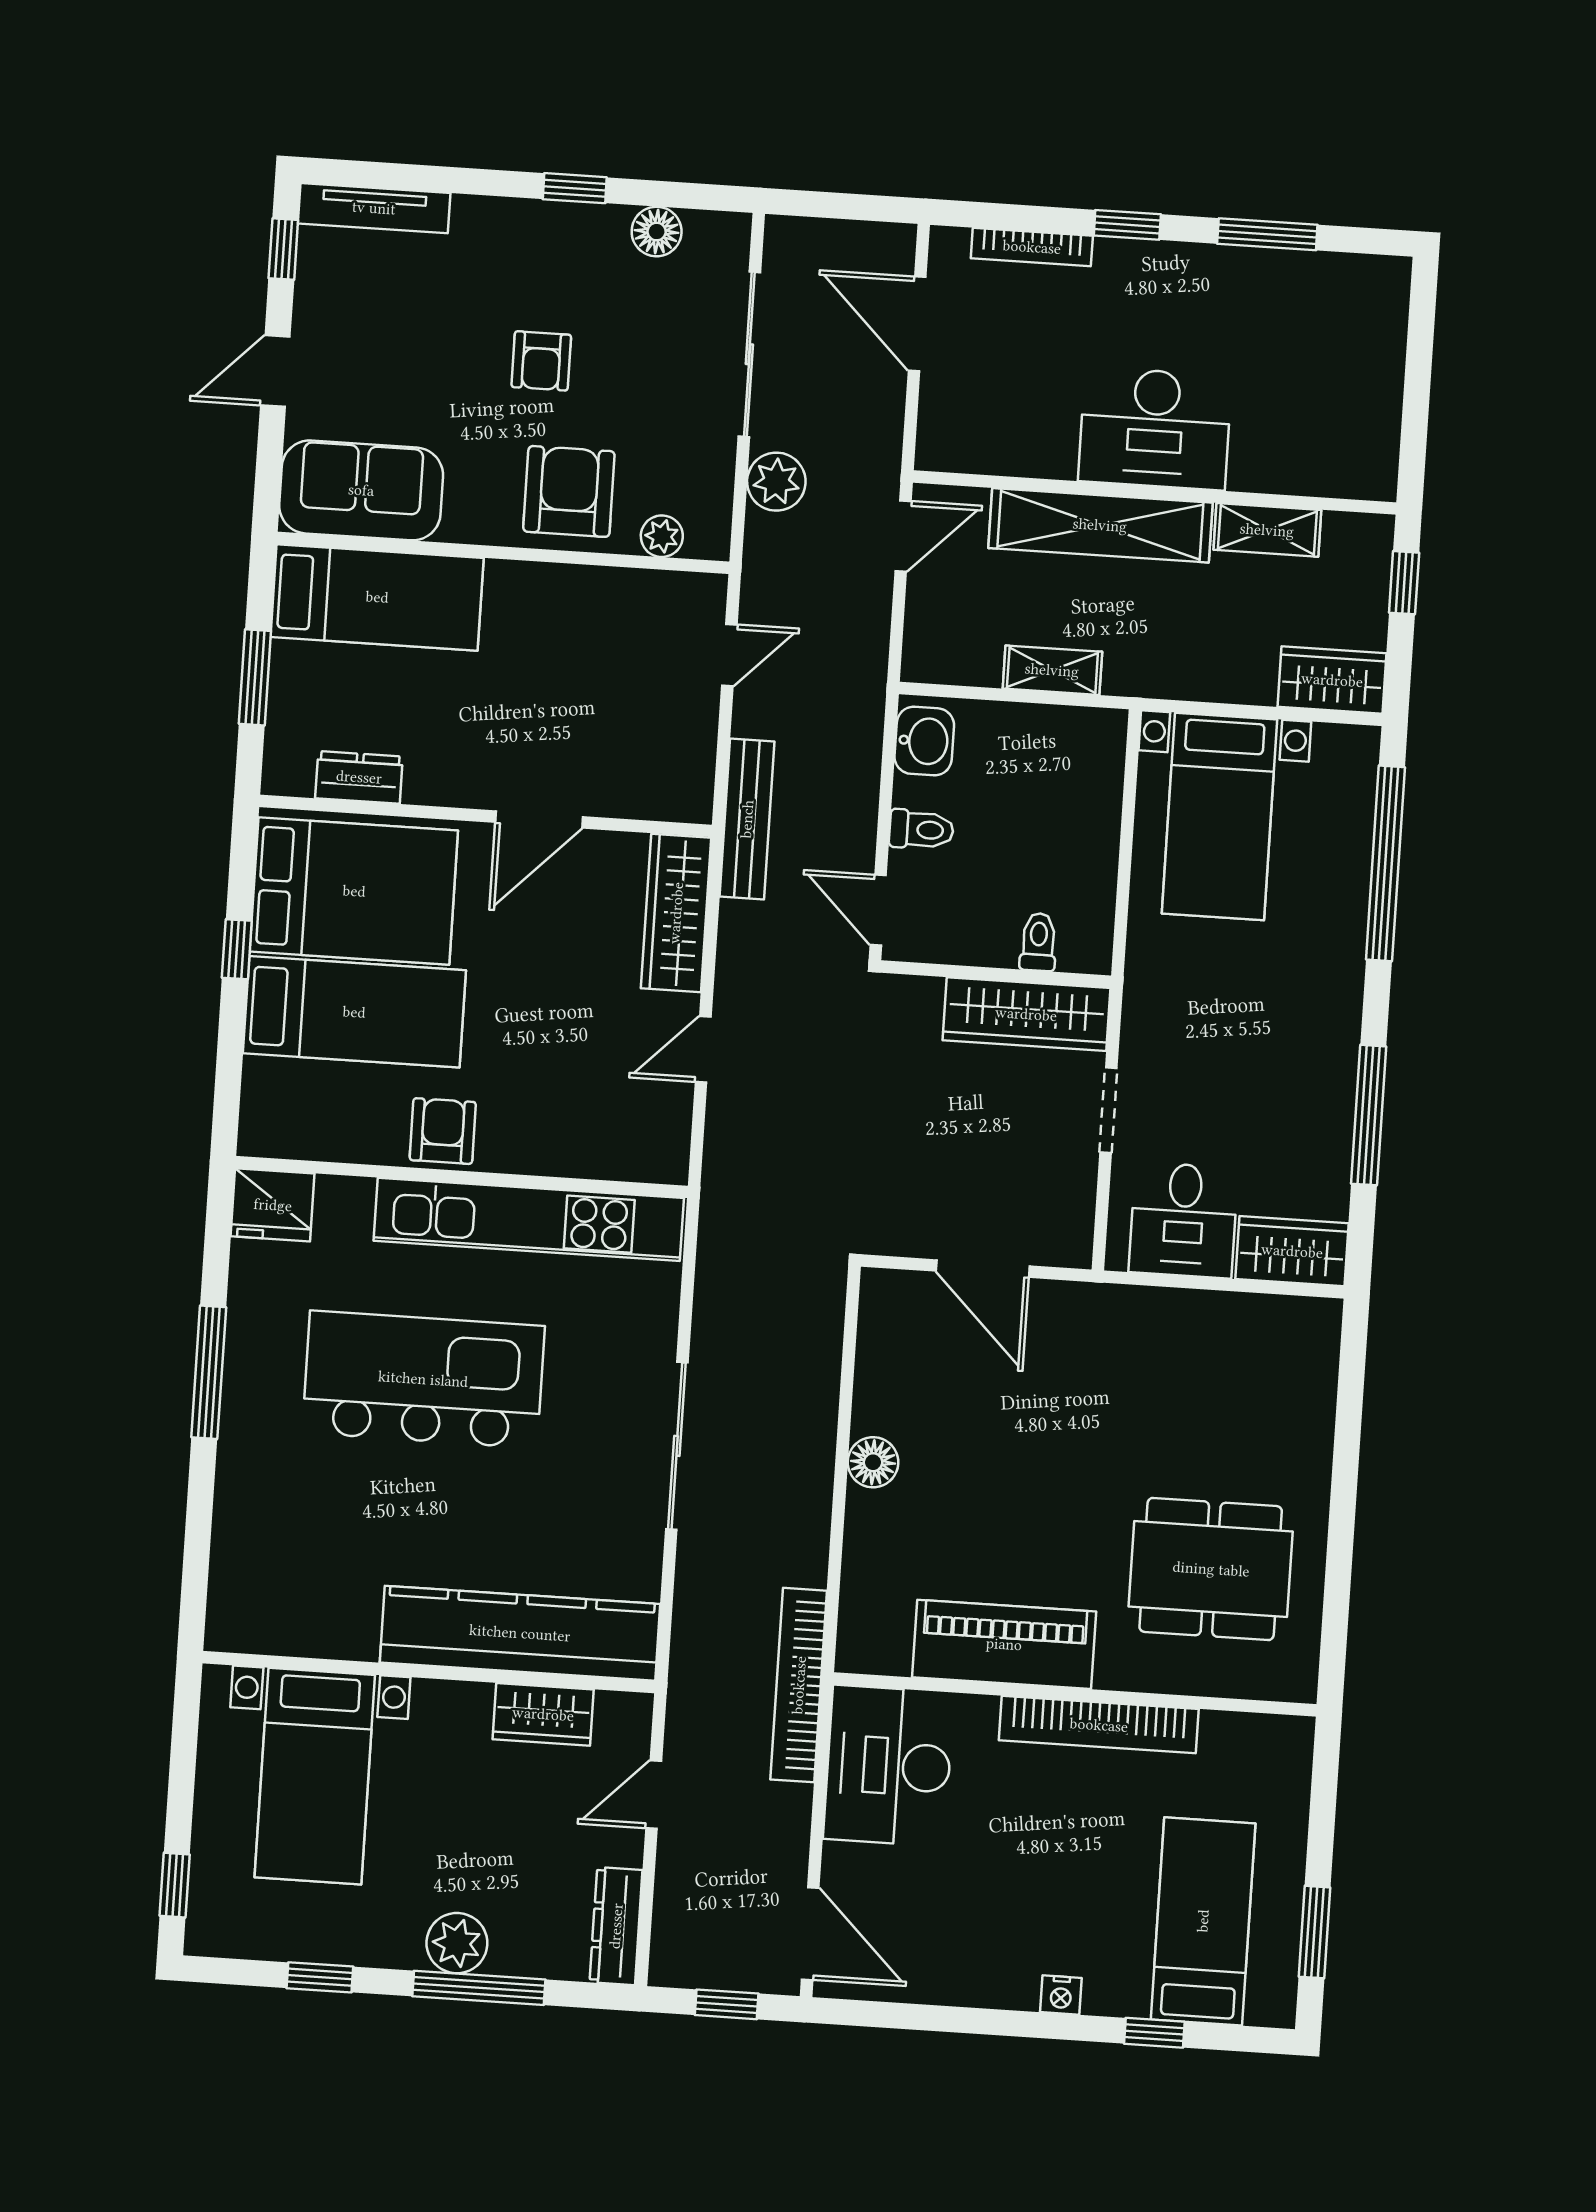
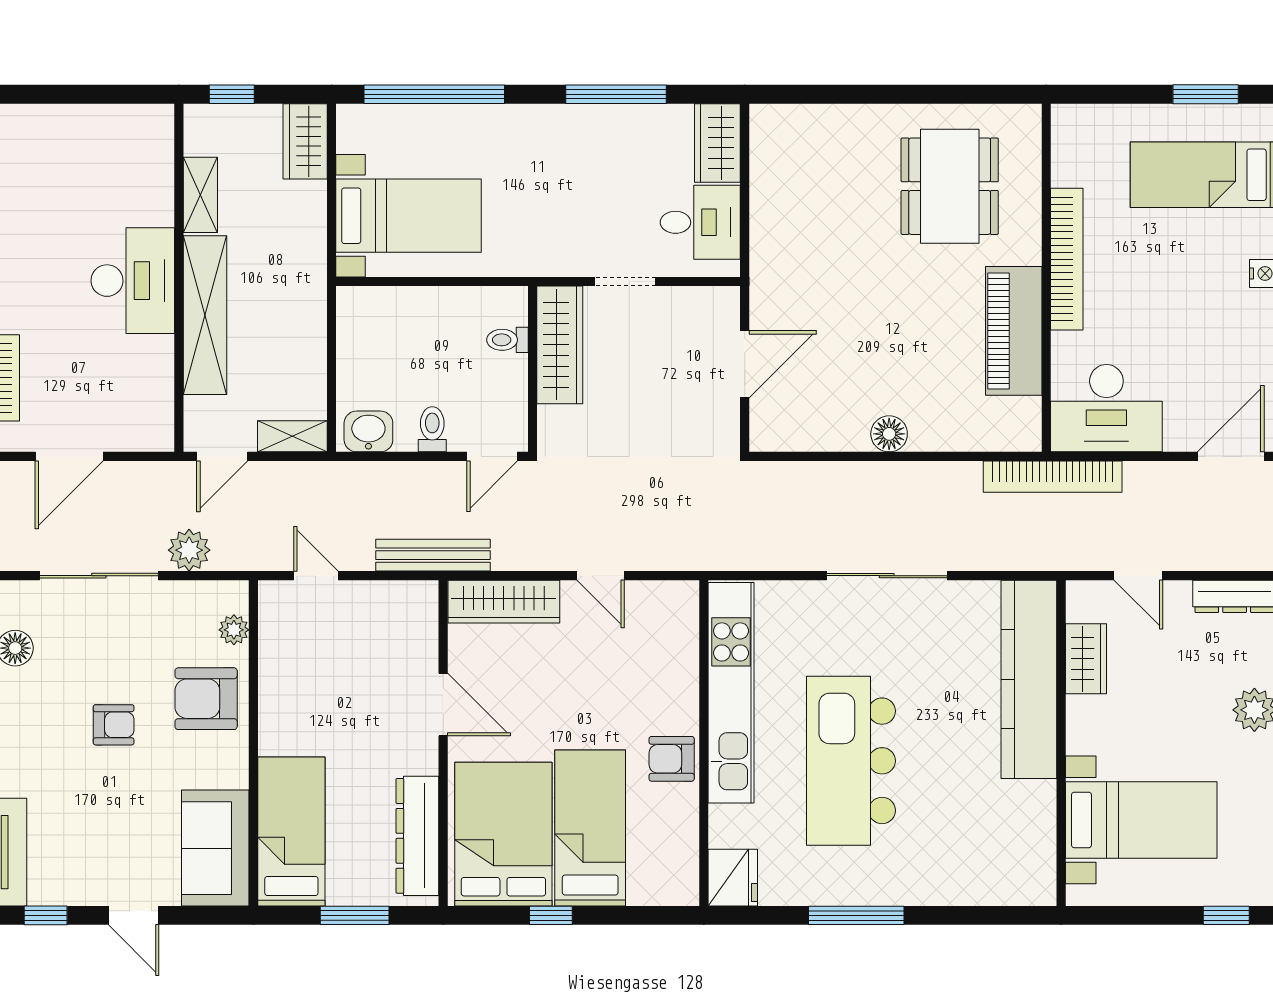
door: (903, 536) -> (222, 456), swing flipped
shelving: (1052, 670) -> (292, 436), moved, turned 90
dresser: (359, 777) -> (417, 836), width x1.96, depth x1.24

